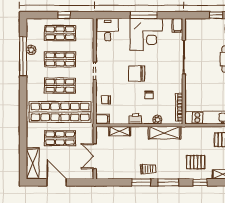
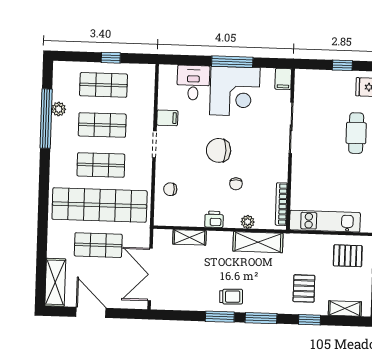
desk: (108, 30) -> (193, 83), moved
filing cabinet: (103, 119) -> (167, 118), moved
double door: (95, 156) -> (150, 274), width x1.37
pallet: (196, 162) -> (304, 288), turned 90

